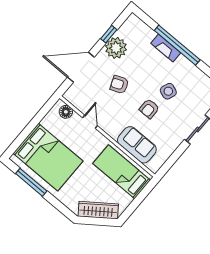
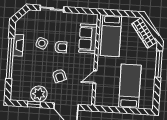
fireplace: (166, 48) -> (18, 45), moved
floor lamp: (66, 112) -> (100, 96), removed
bed: (48, 157) -> (130, 86), width x0.67
window: (31, 182) -> (159, 64), moved

